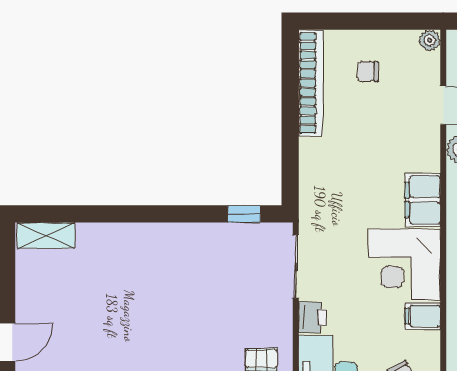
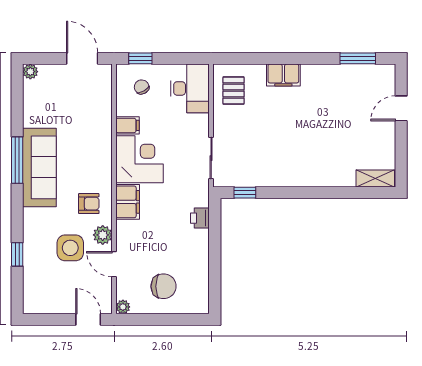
chair: (368, 72) -> (164, 286), width x1.87, depth x1.87
bookcase: (311, 83) -> (201, 279), removed
printer: (313, 317) -> (200, 218), moved

